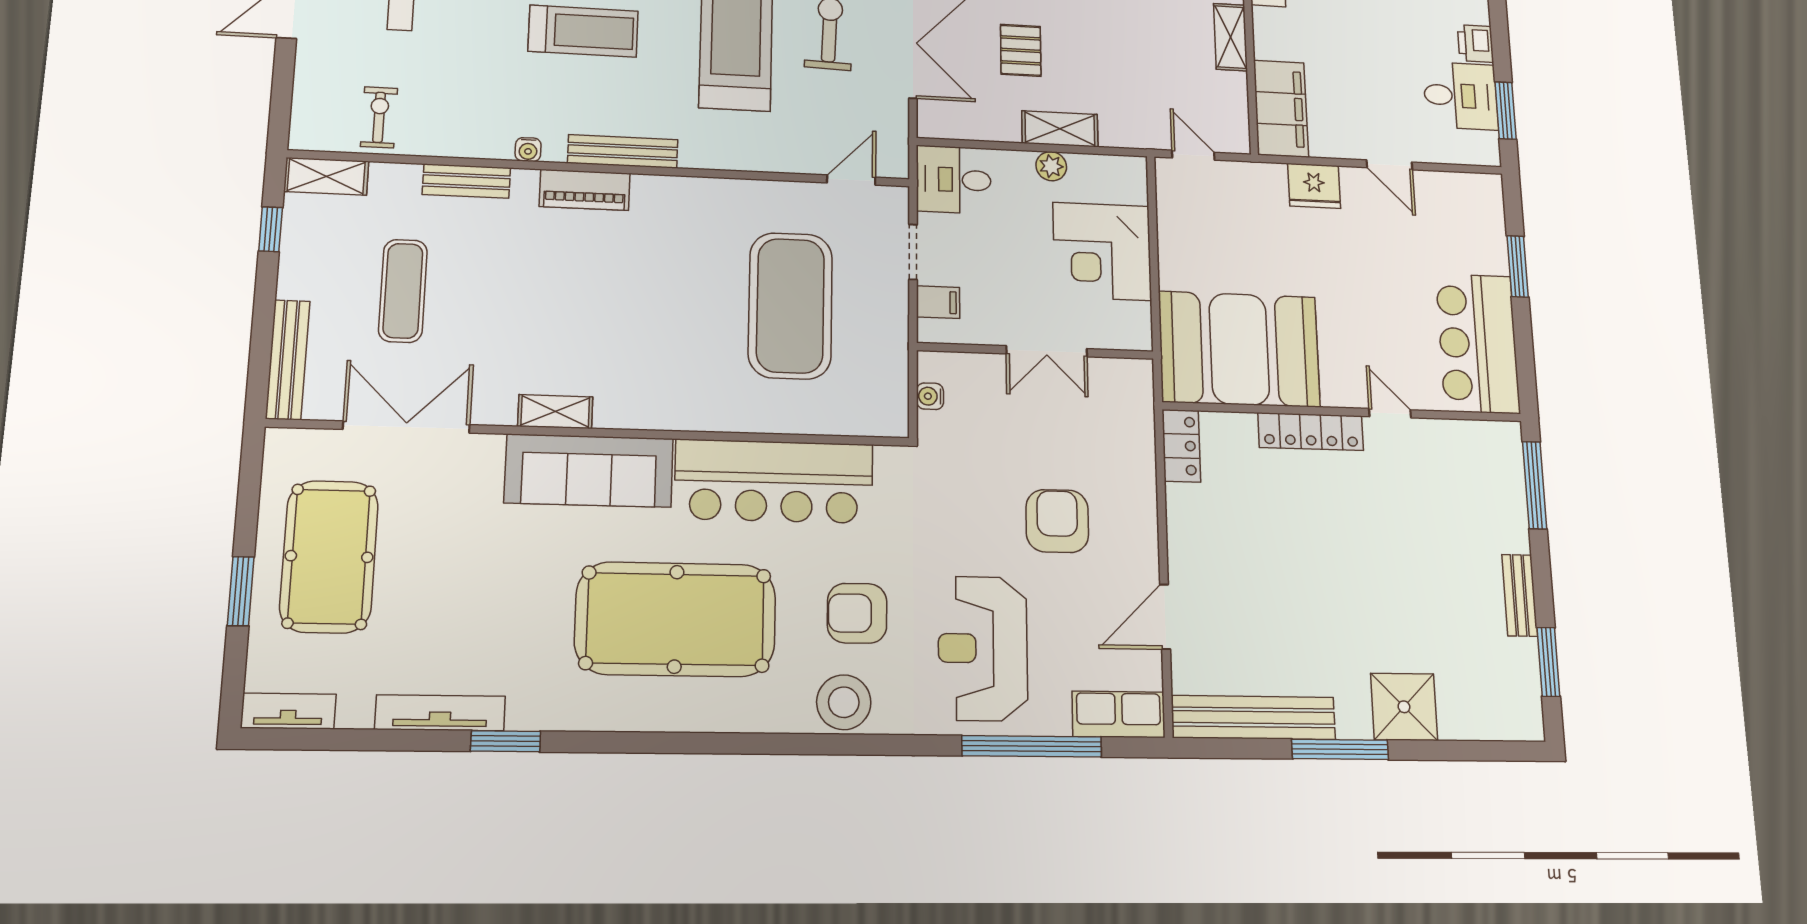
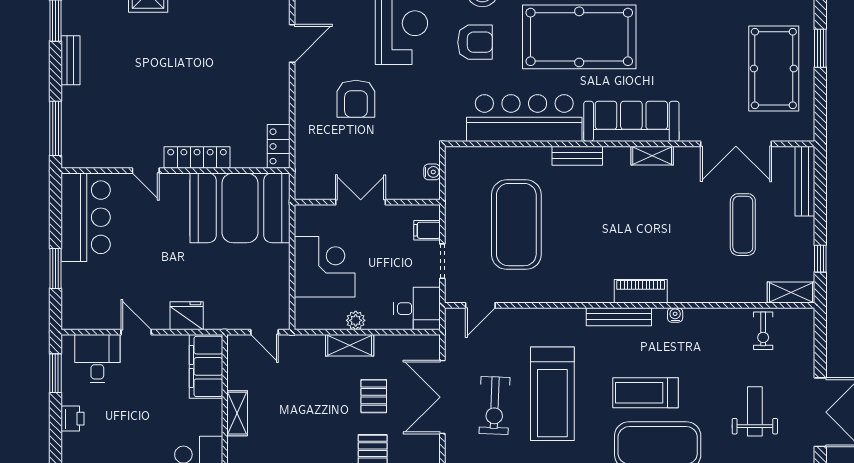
desk: (1461, 96) -> (97, 359), moved, turned 90
bench: (466, 181) -> (577, 156), moved

